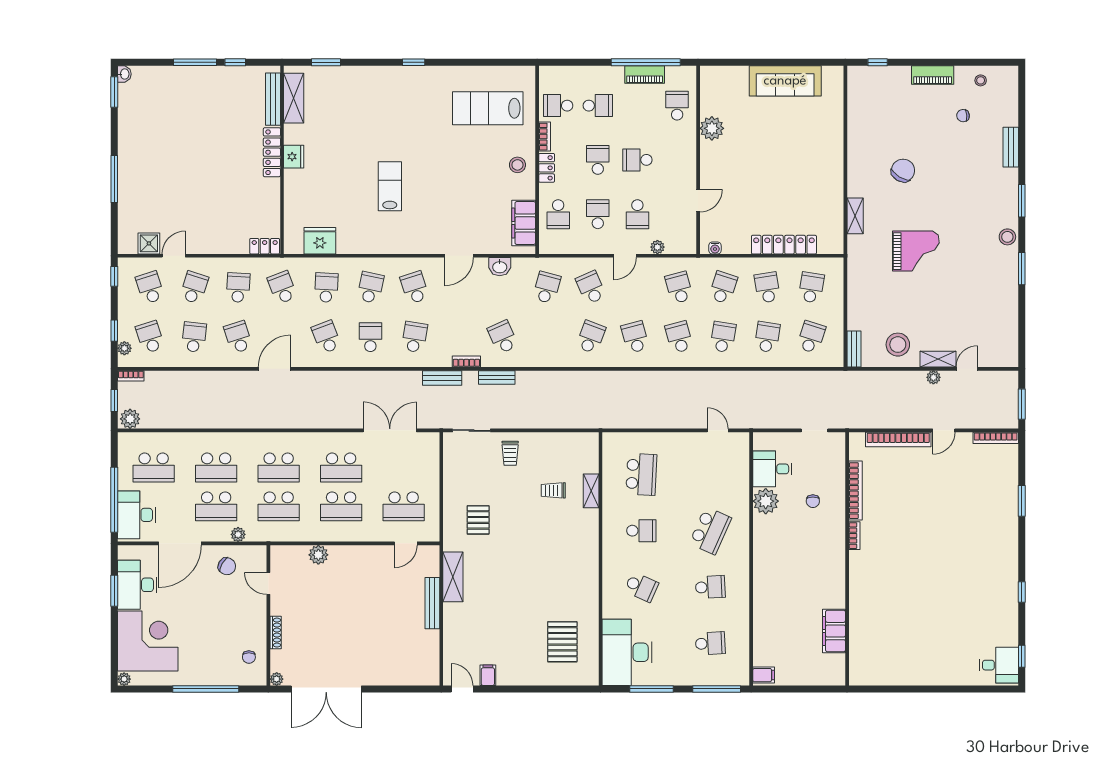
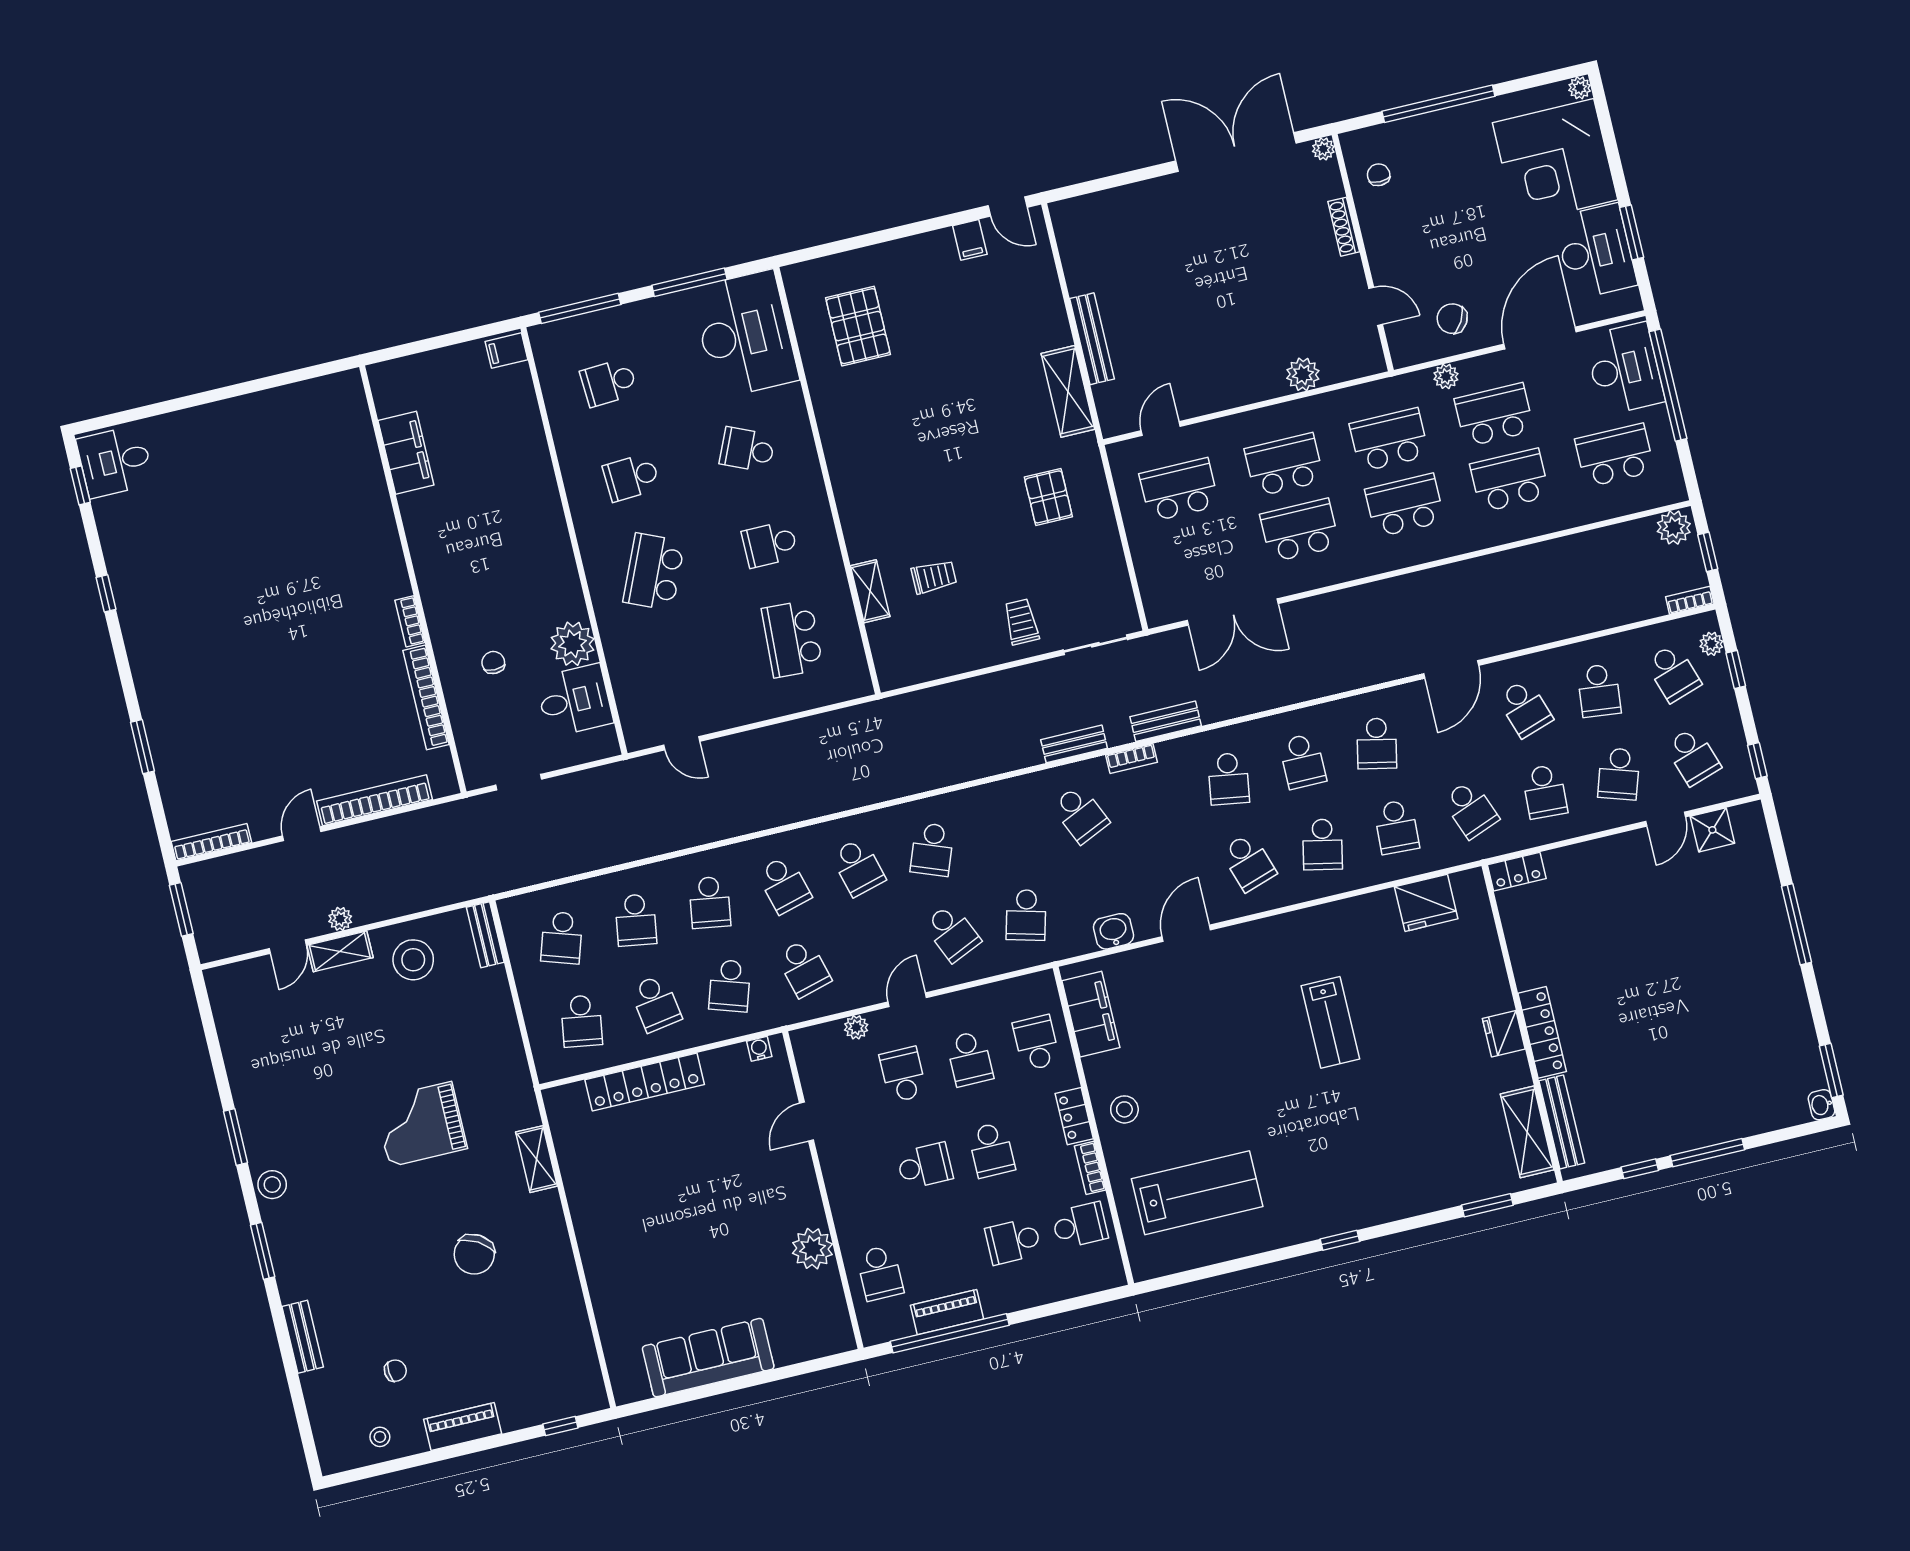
school desk: (326, 337) -> (1377, 744), turned 33

